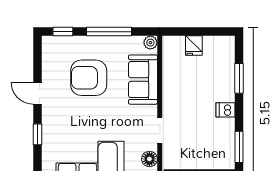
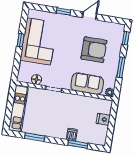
window: (109, 32) -> (121, 67), width x0.69
armchair: (89, 78) -> (94, 50), turned 90
dishwasher: (226, 110) -> (72, 135), moved

